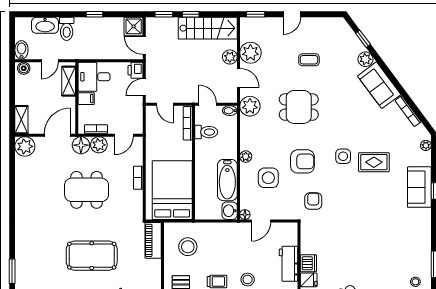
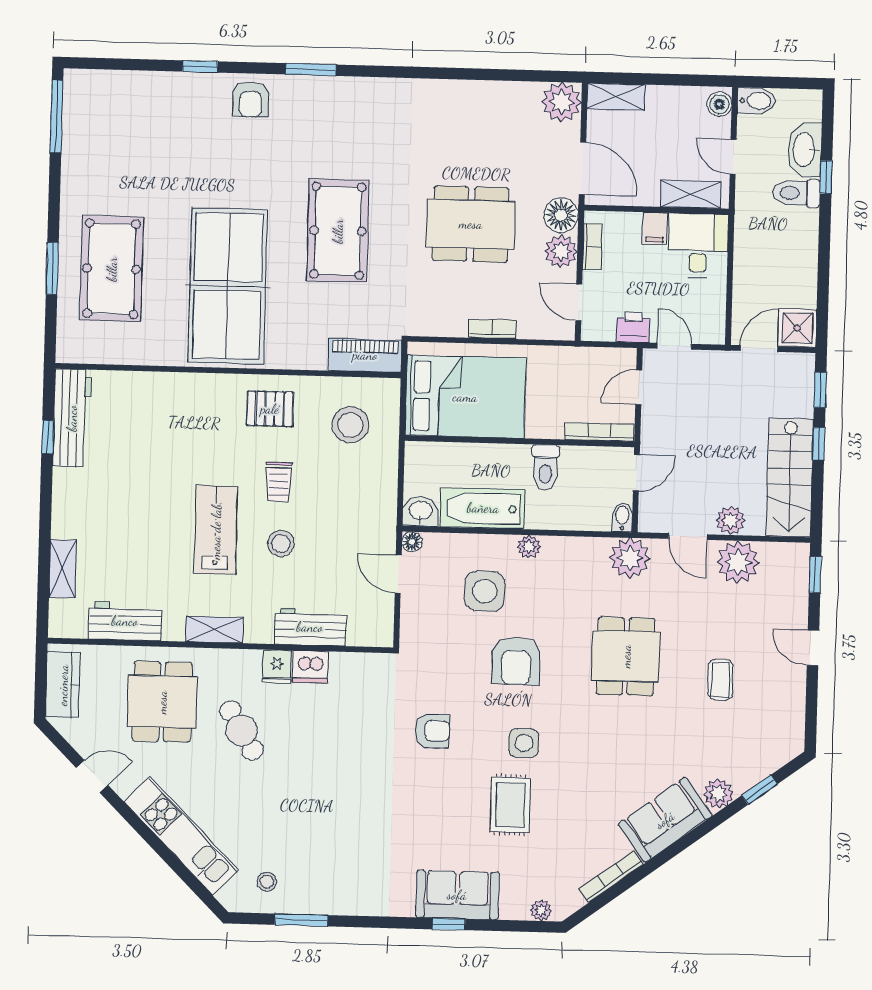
window: (94, 14) -> (826, 177), moved
printer: (135, 70) -> (633, 327), moved
door: (238, 78) -> (688, 537), hinge flipped
toilet: (206, 132) -> (545, 467), moved
dining table: (87, 190) -> (471, 224), turned 90
armchair: (313, 201) -> (432, 731), moved

